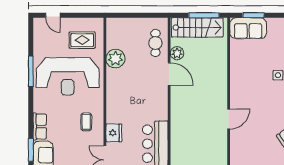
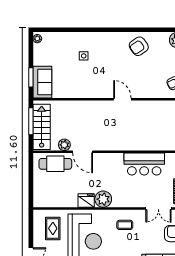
cafe table: (156, 43) -> (55, 164), width x1.37, depth x1.35
plant: (115, 59) -> (103, 199), moved
door: (169, 74) -> (83, 152), swing flipped
fridge: (114, 133) -> (86, 201), moved

